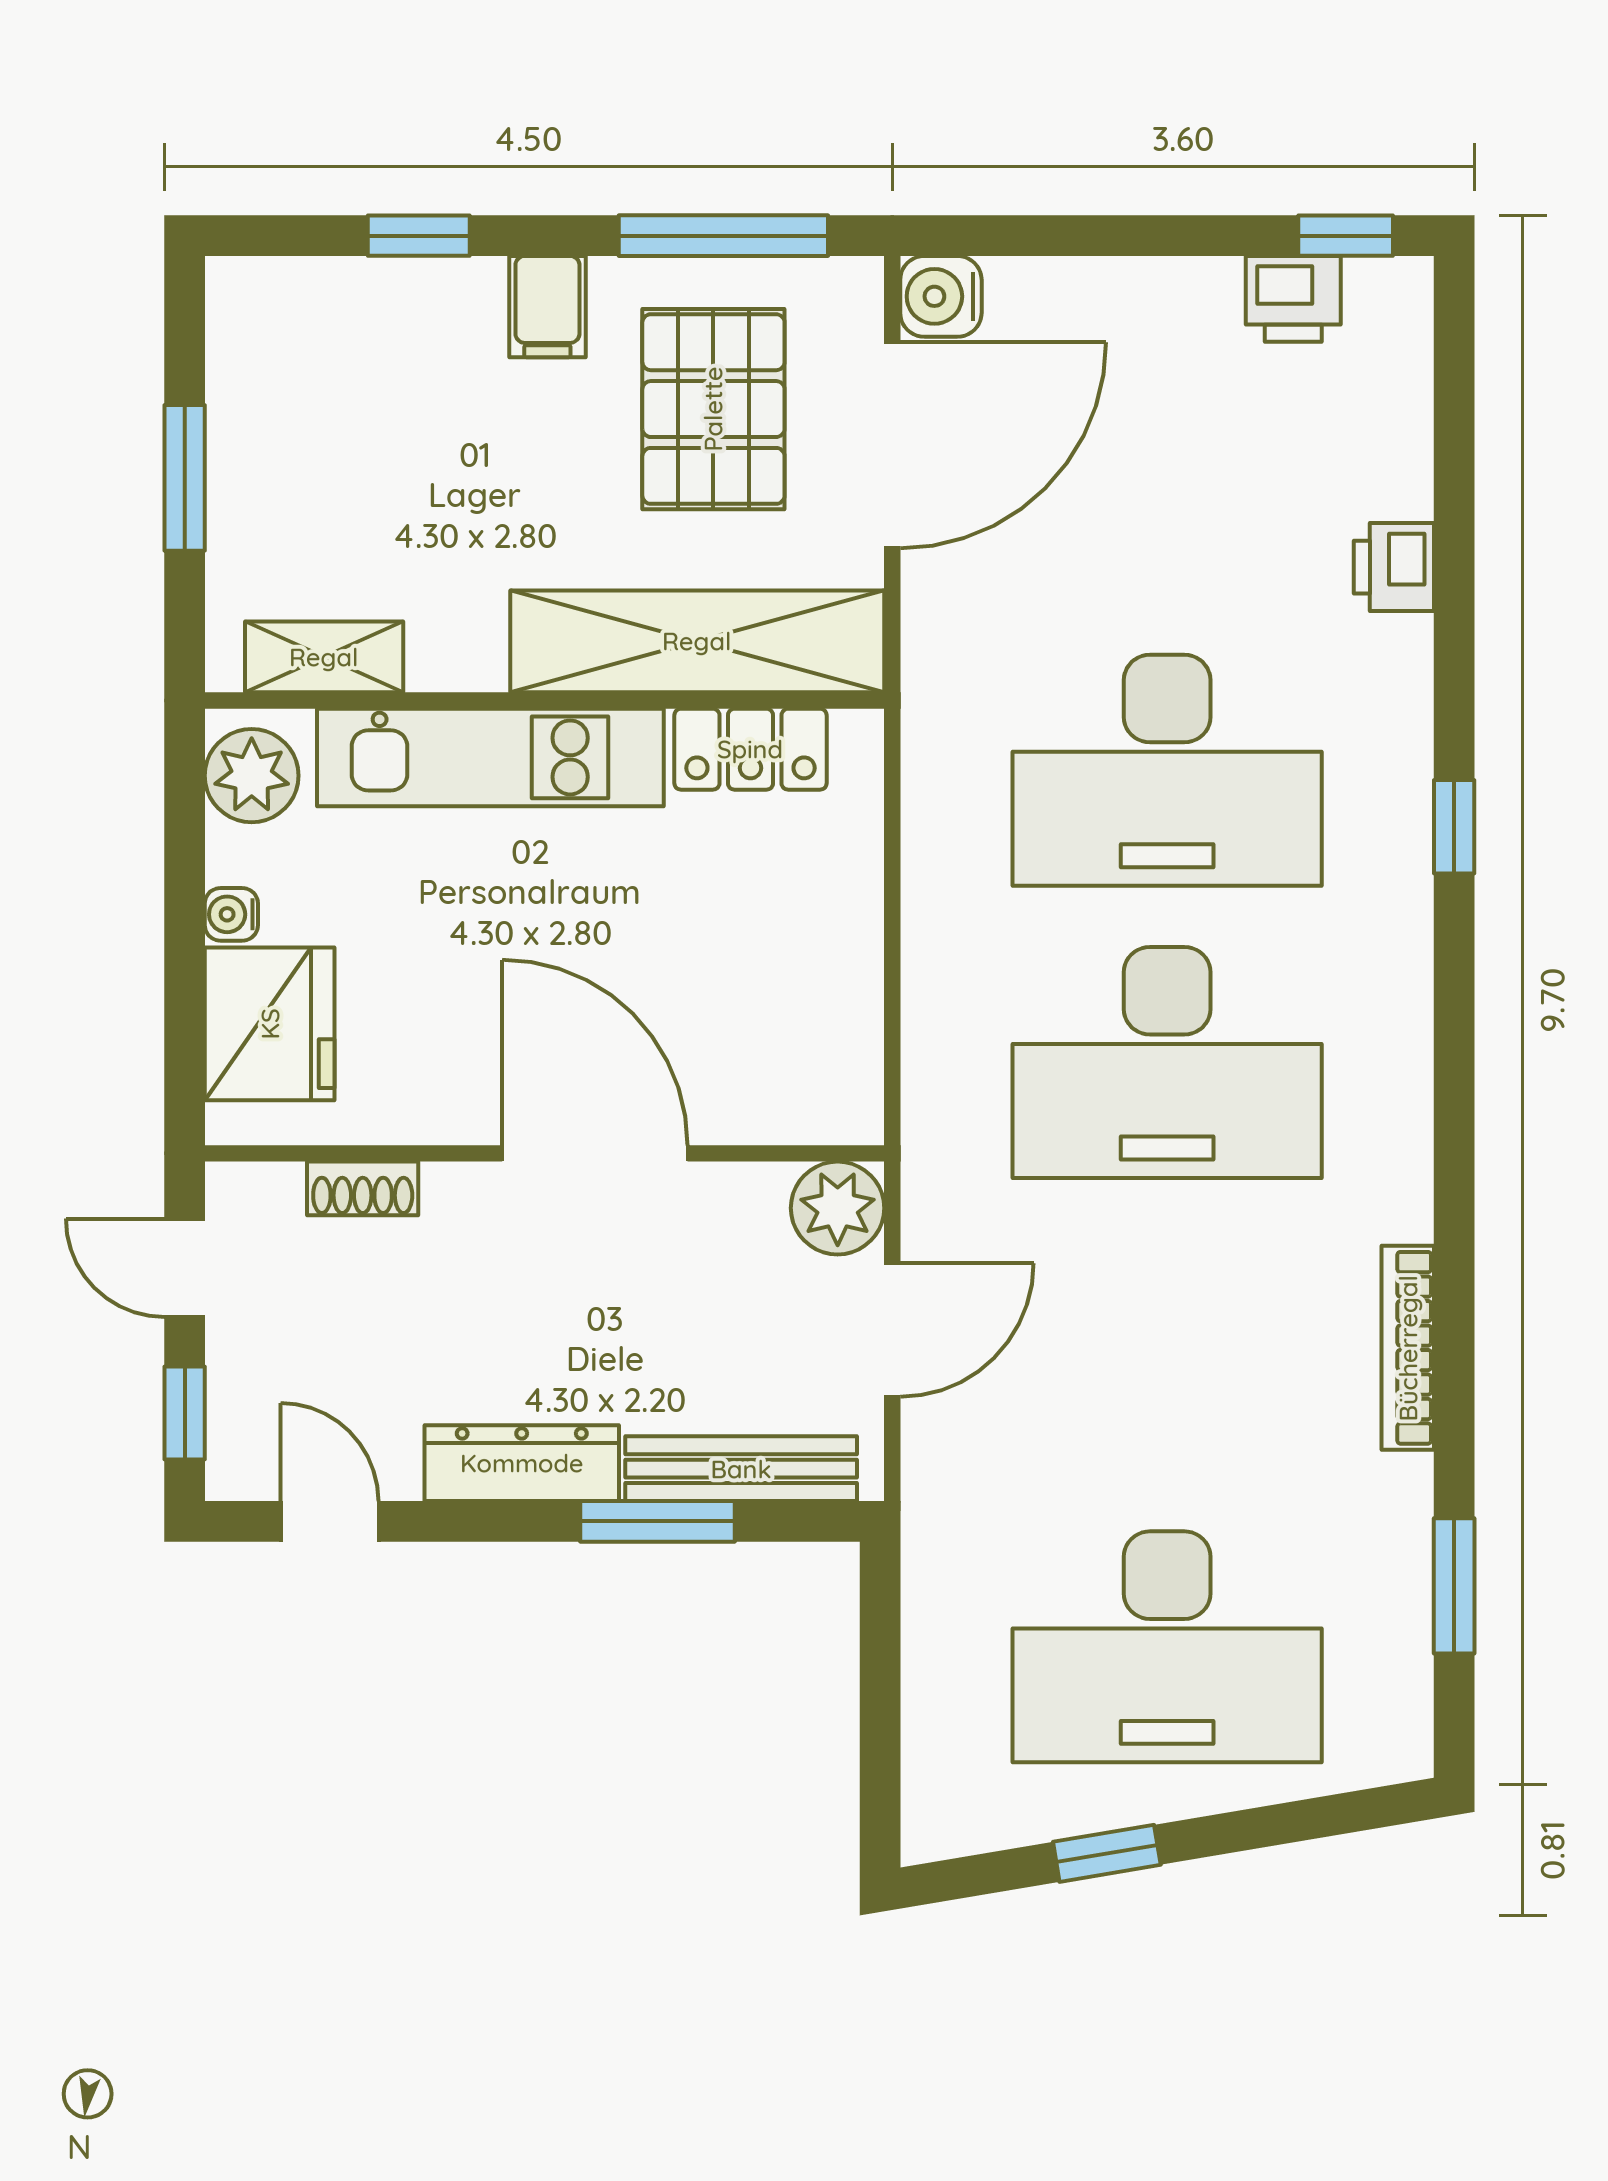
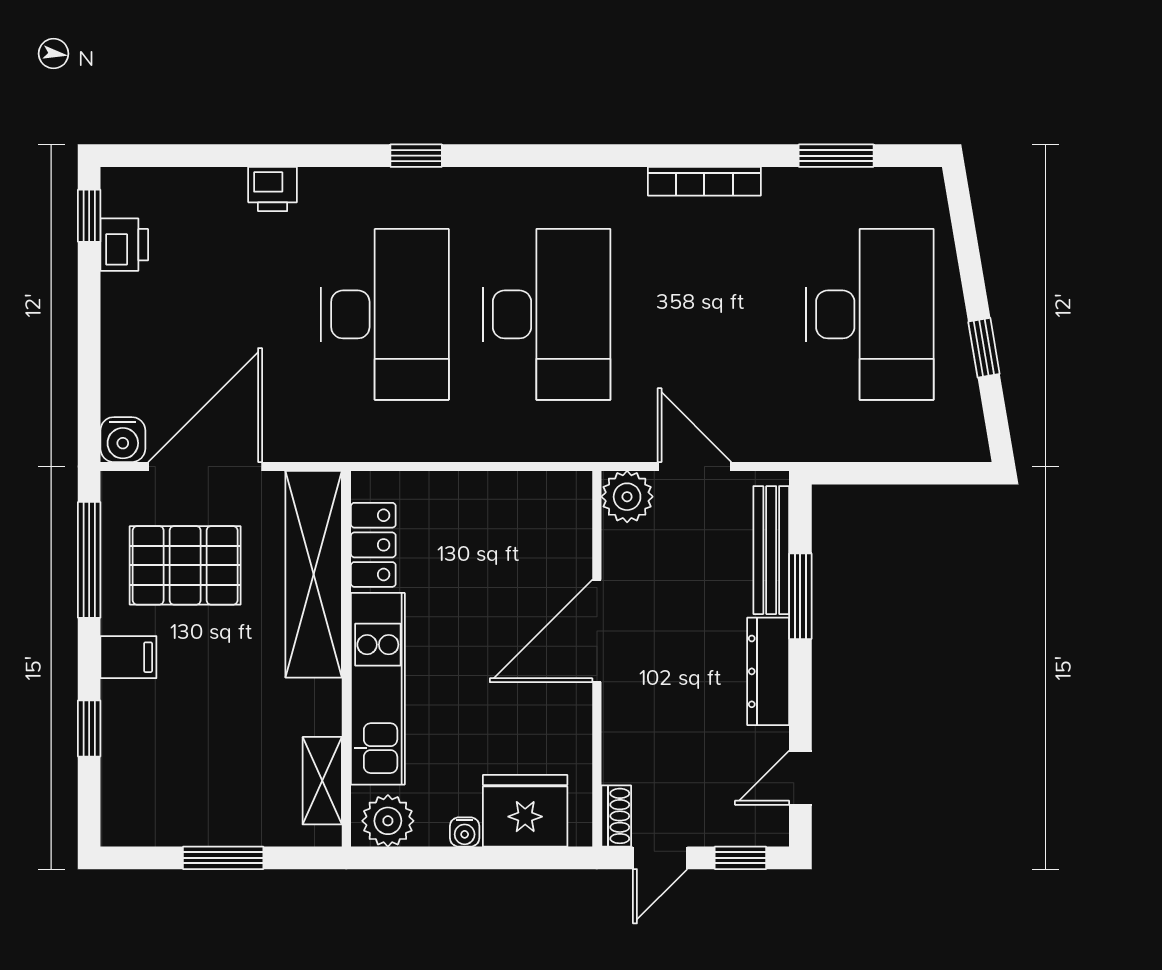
door: (892, 445) -> (205, 466), hinge flipped
shoe rack: (363, 1188) -> (616, 816), moved

